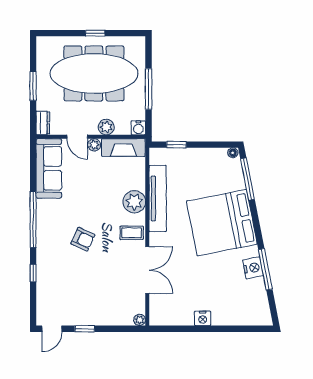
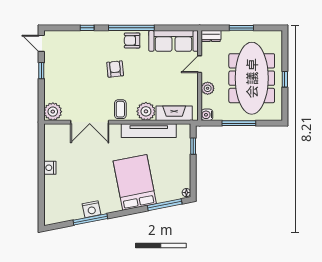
plant: (94, 145) -> (193, 78), removed
fireplace: (123, 147) -> (174, 113), moved, turned 90
armchair: (48, 219) -> (132, 40), added
bed: (222, 223) -> (135, 182), width x0.73
armchair: (83, 239) -> (115, 69), turned 149
plant: (140, 320) -> (53, 112), width x1.88, depth x1.88

